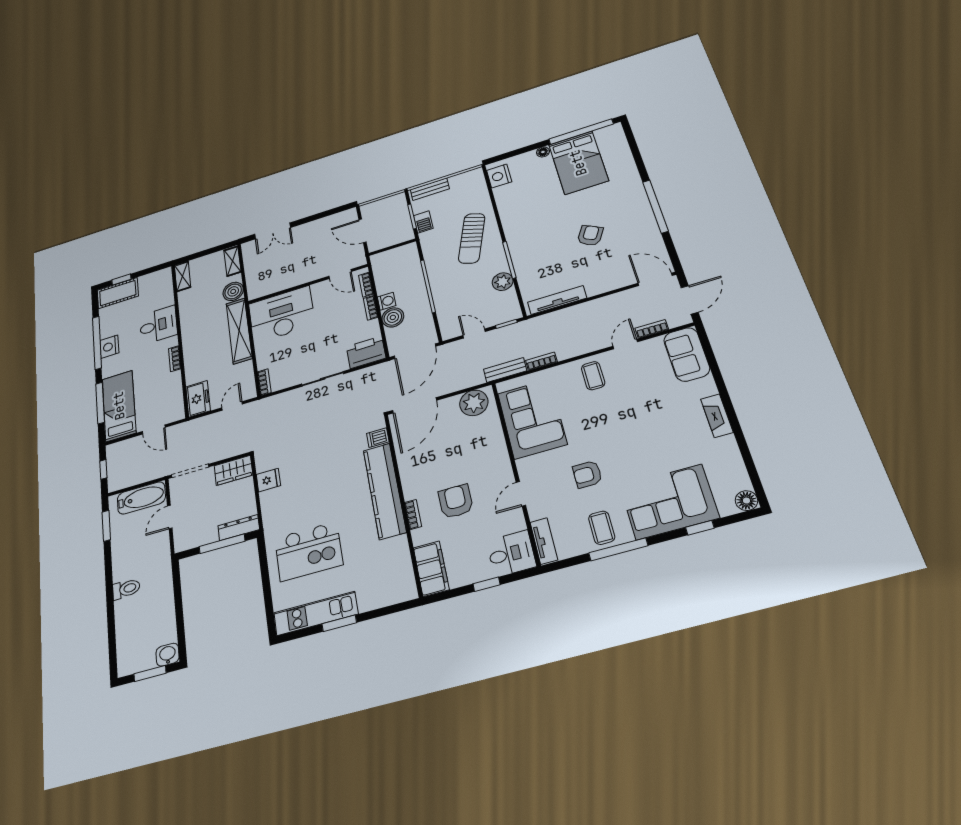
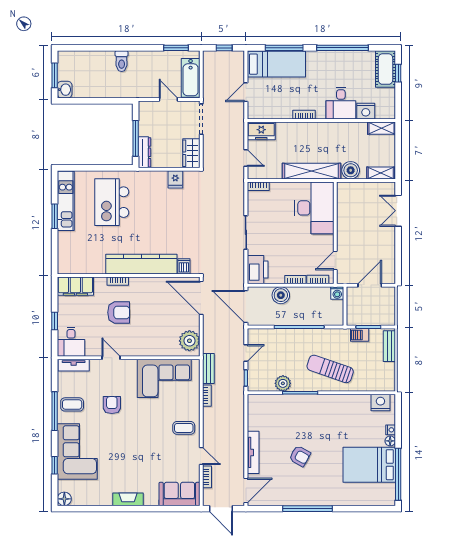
nightstand: (529, 156) -> (391, 430), added
tv unit: (557, 300) -> (253, 452), moved
washing machine: (387, 301) -> (337, 293), moved
nightstand: (109, 347) -> (366, 111), moved, turned 180

